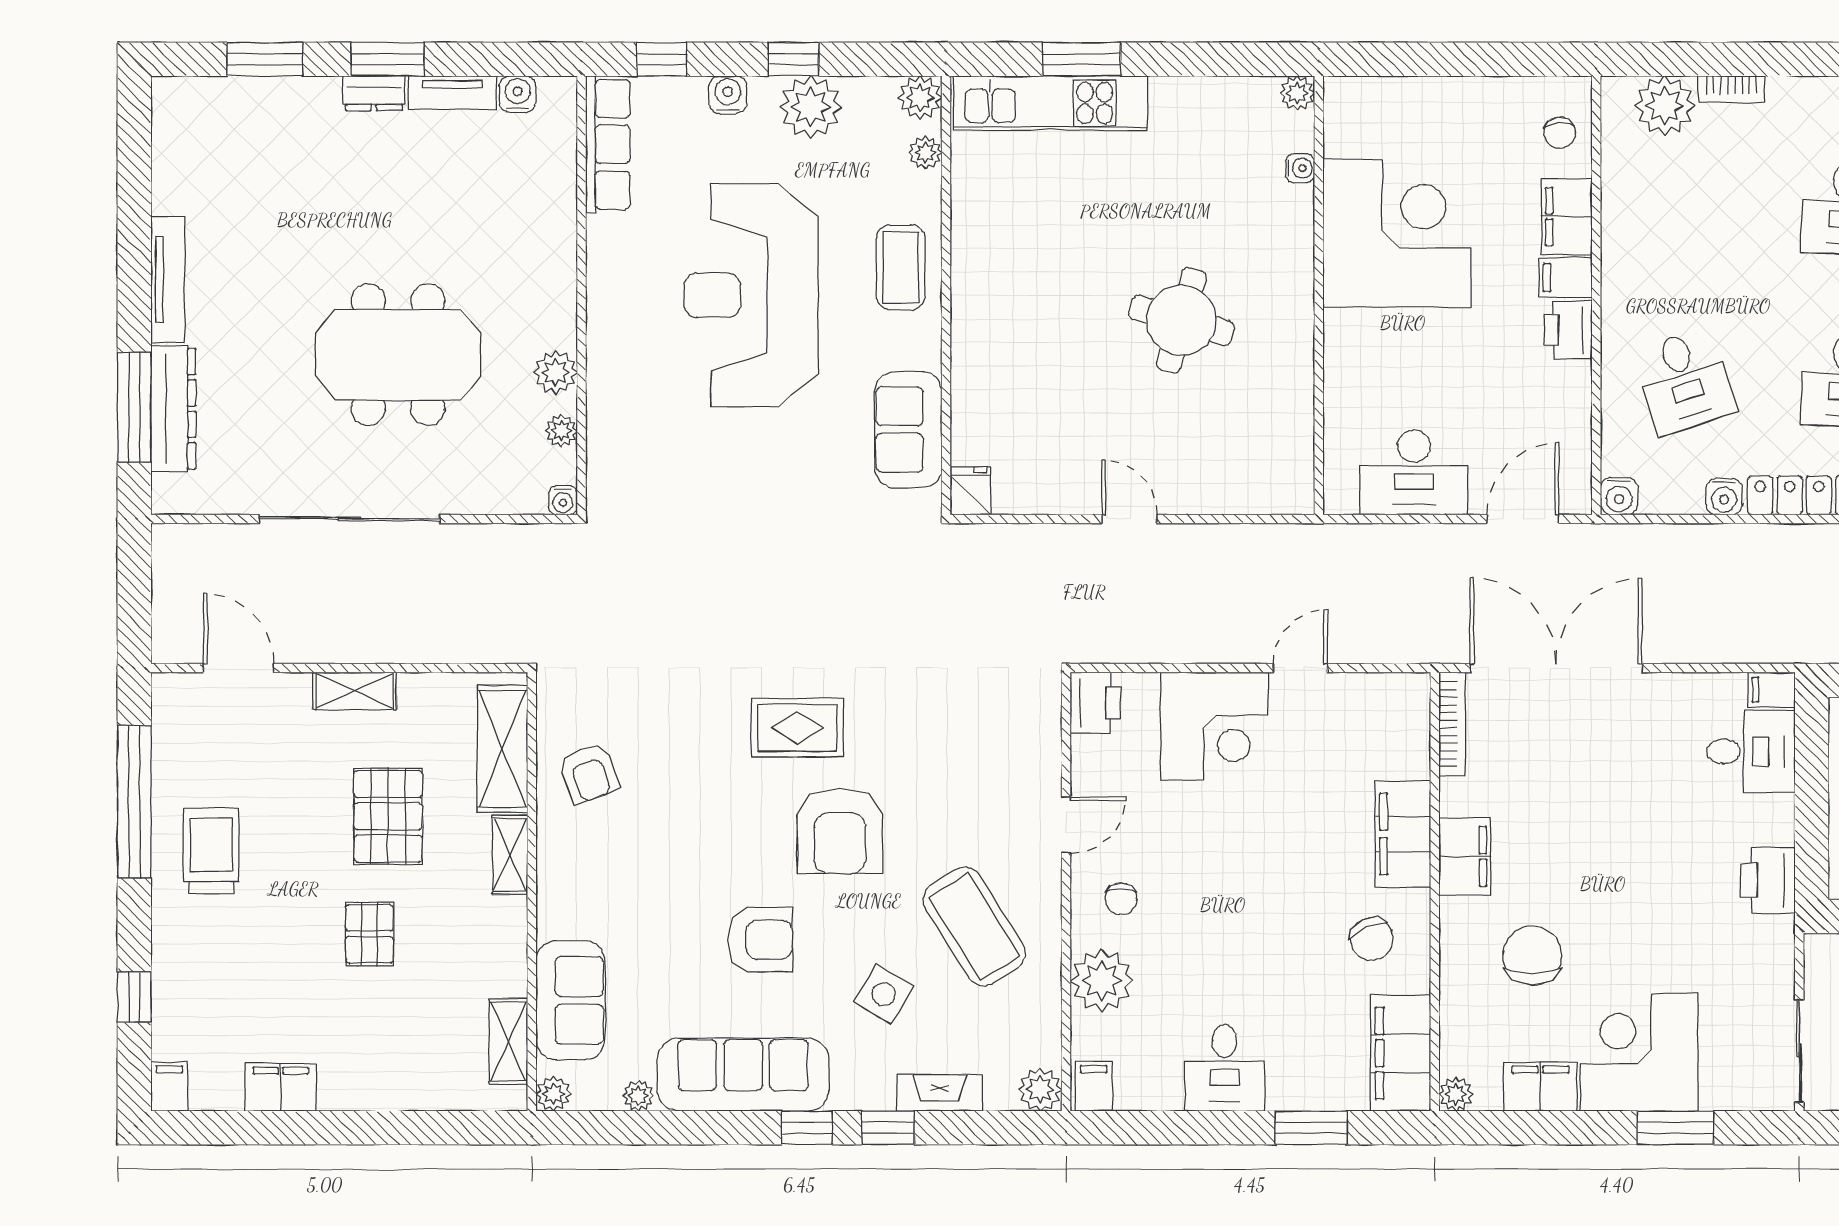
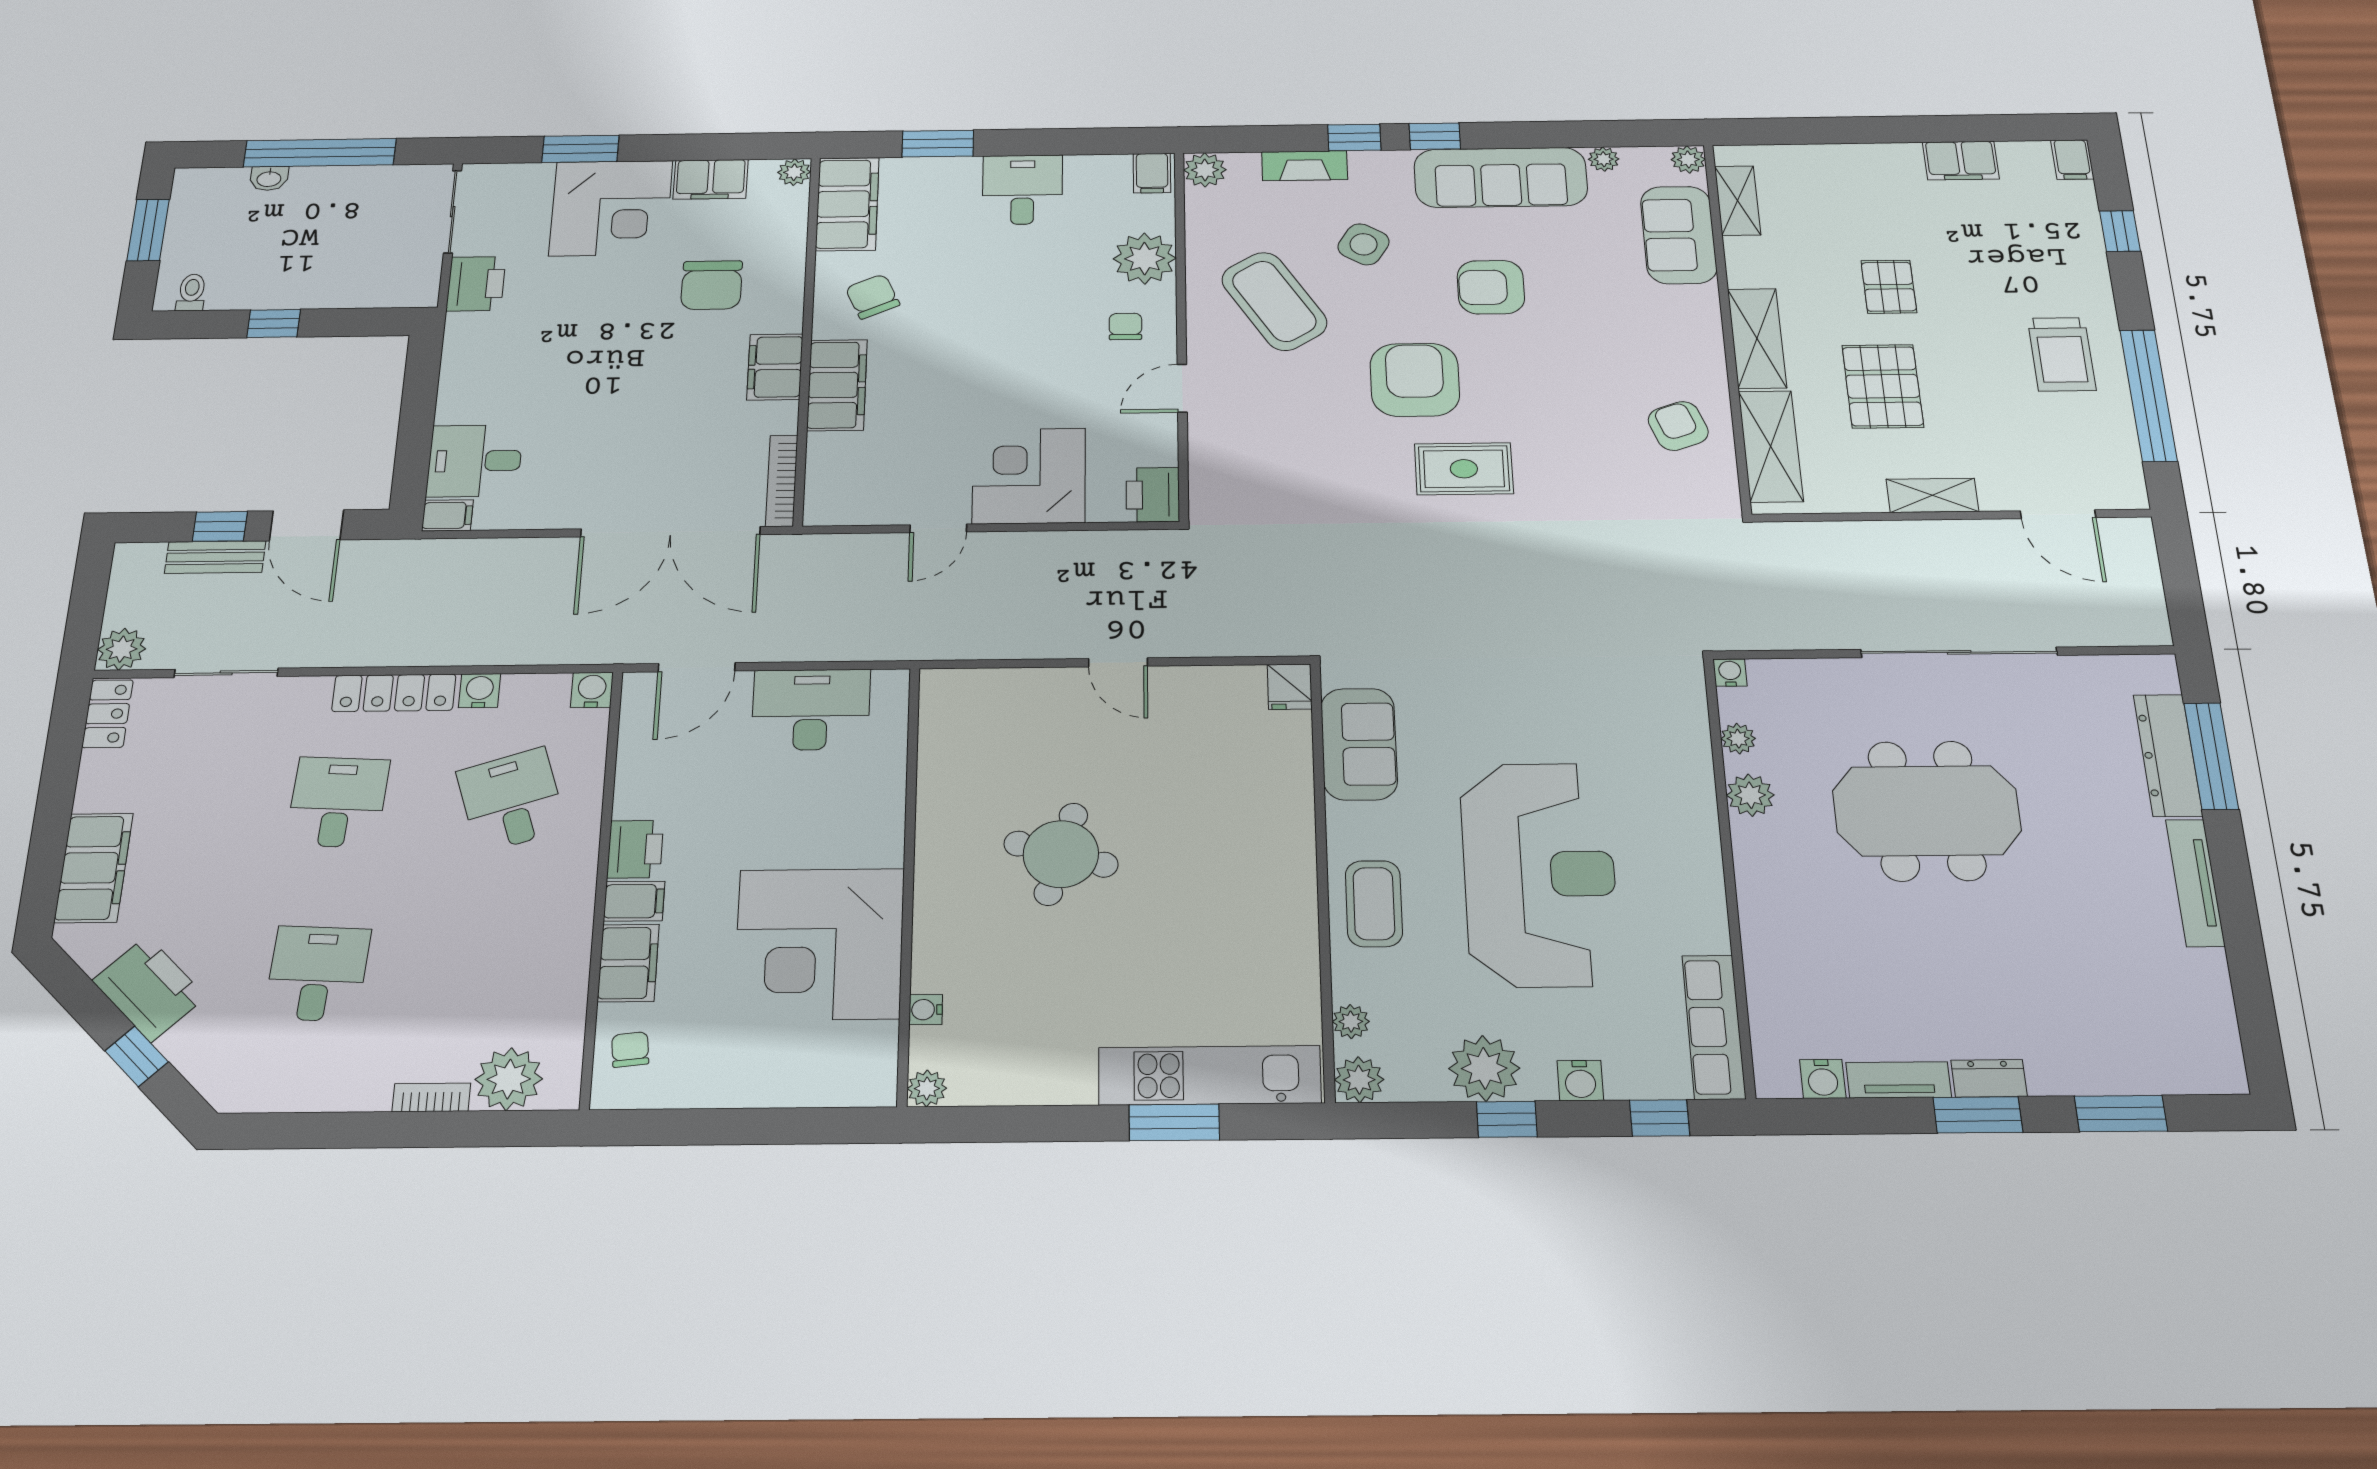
shelving: (510, 855) -> (1757, 338), width x1.50, depth x1.33
printer: (1768, 880) -> (476, 284), moved

